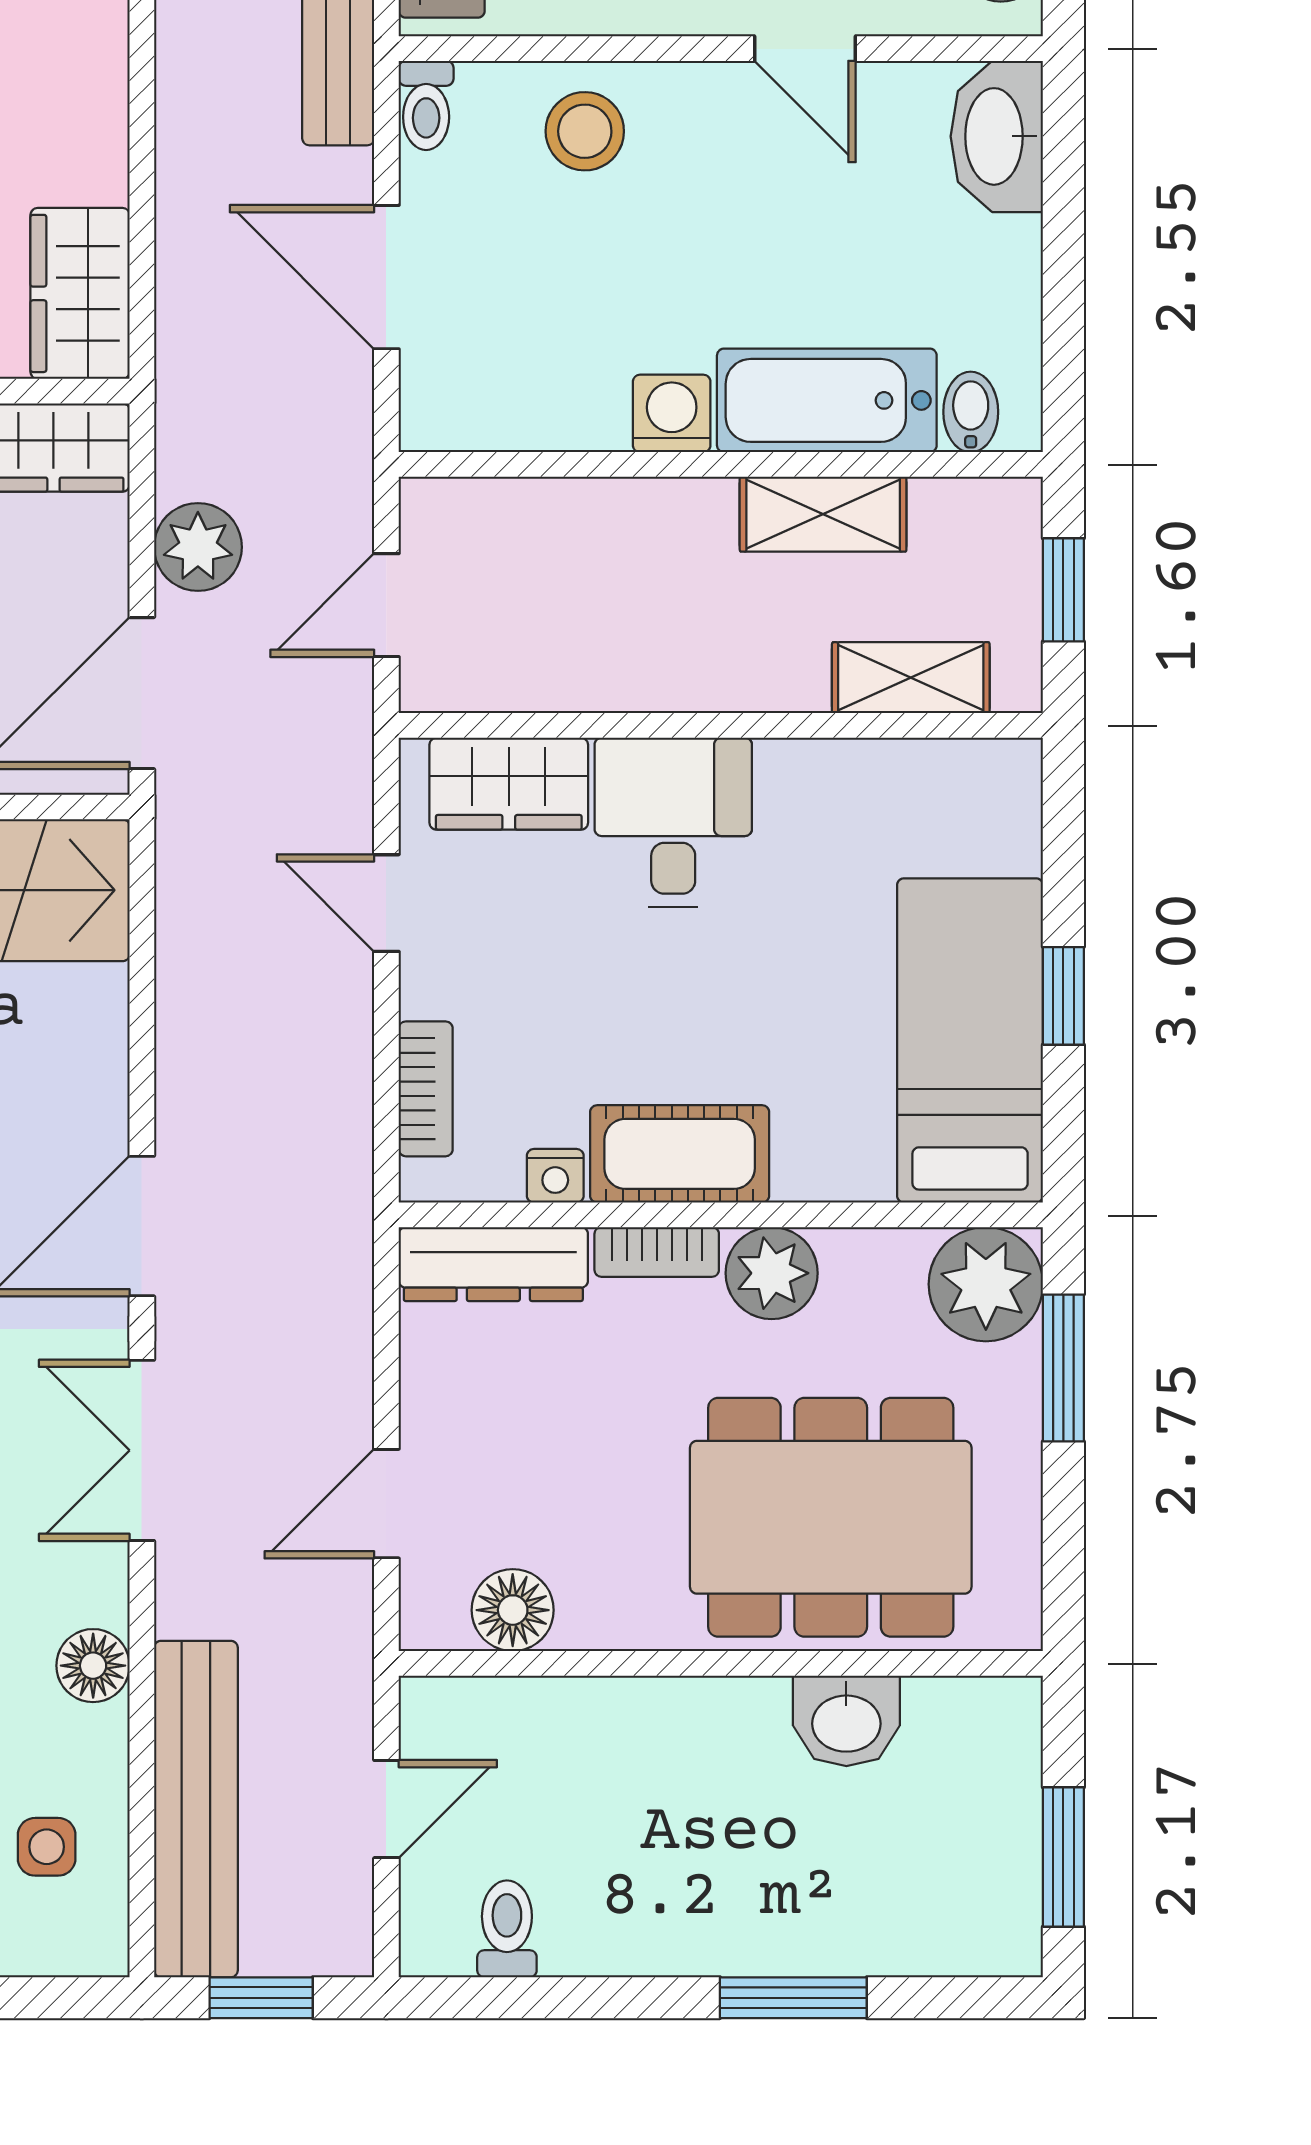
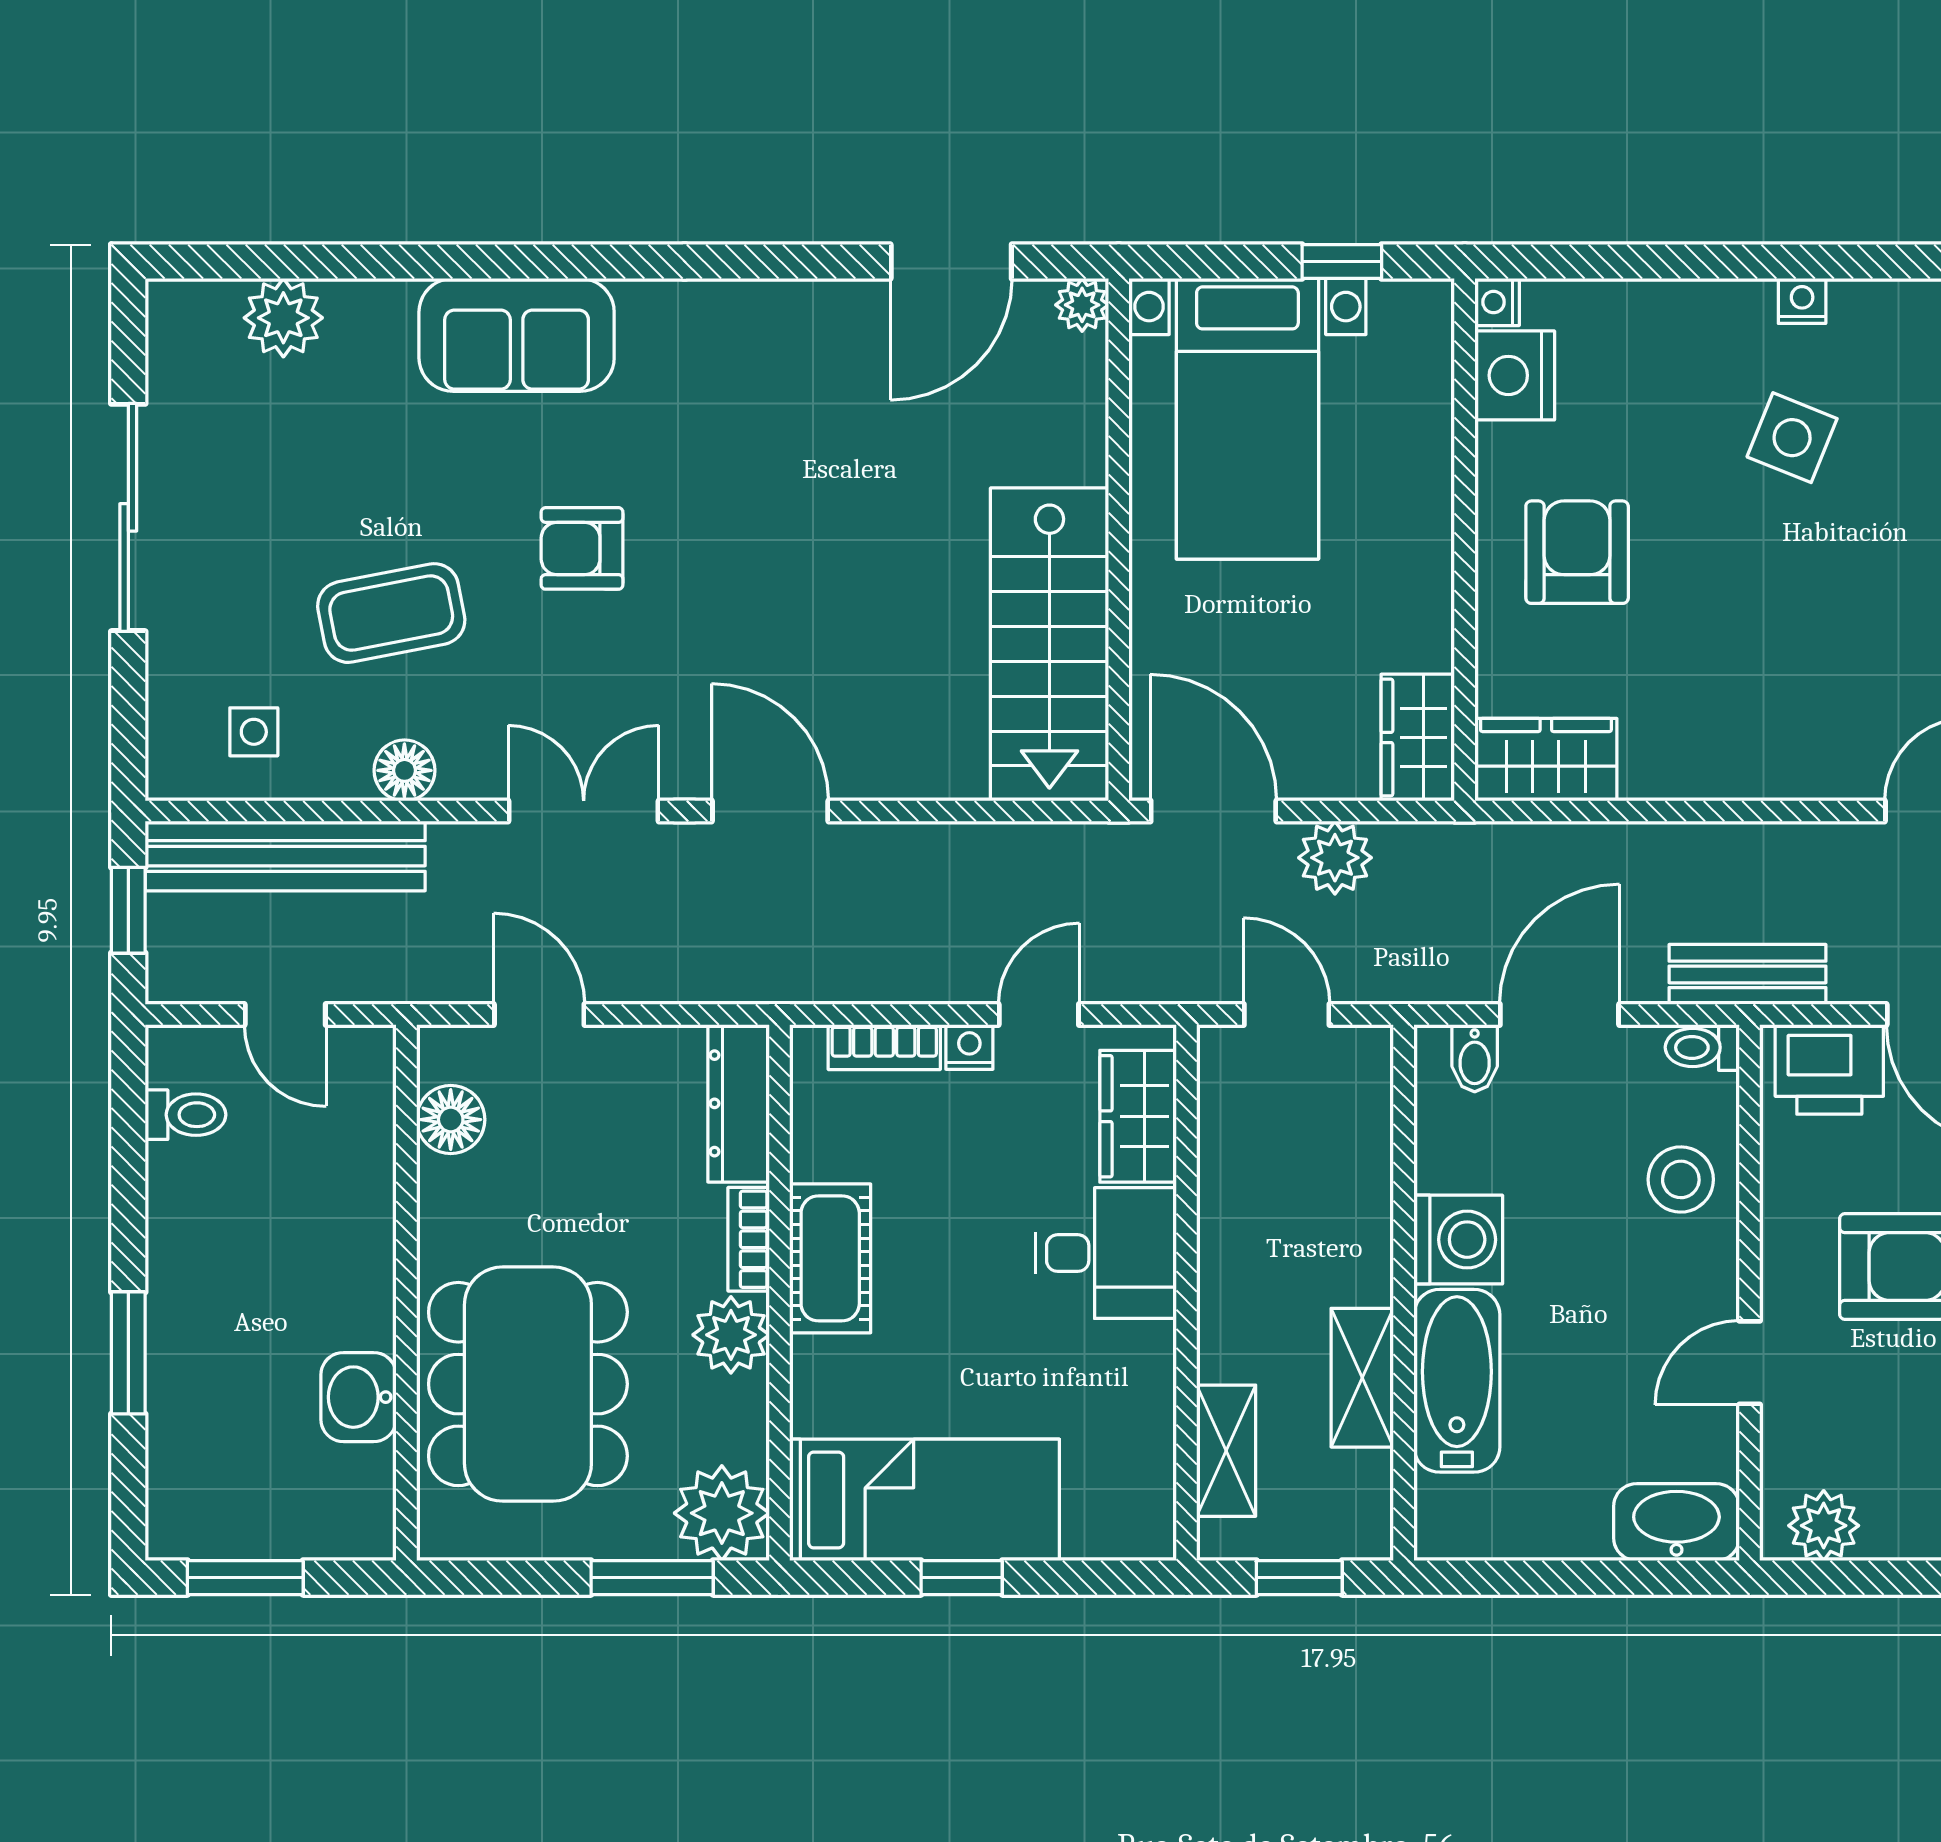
bidet: (971, 412) -> (1475, 1058), moved, turned 90
washing machine: (672, 413) -> (1458, 1240), width x1.38, depth x1.38
nightstand: (555, 1176) -> (969, 1047), moved, turned 90

